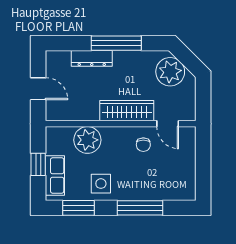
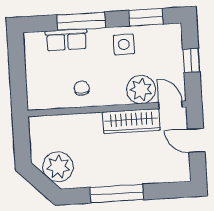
dresser: (92, 58) -> (142, 176), removed
wardrobe: (127, 111) -> (131, 121), moved
door: (168, 124) -> (171, 105), moved
row of seats: (55, 175) -> (66, 40), moved, turned -90

